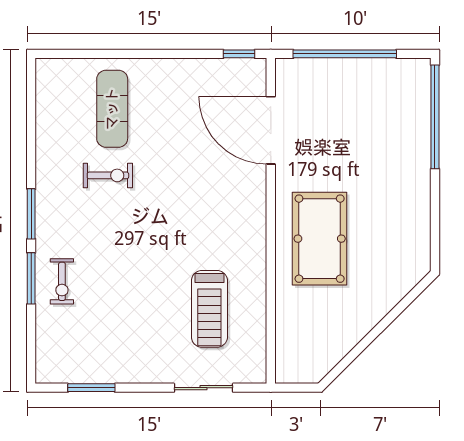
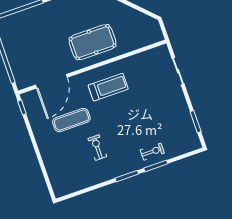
exercise mat: (112, 109) -> (71, 120), moved
treadmill: (209, 309) -> (108, 87), moved

